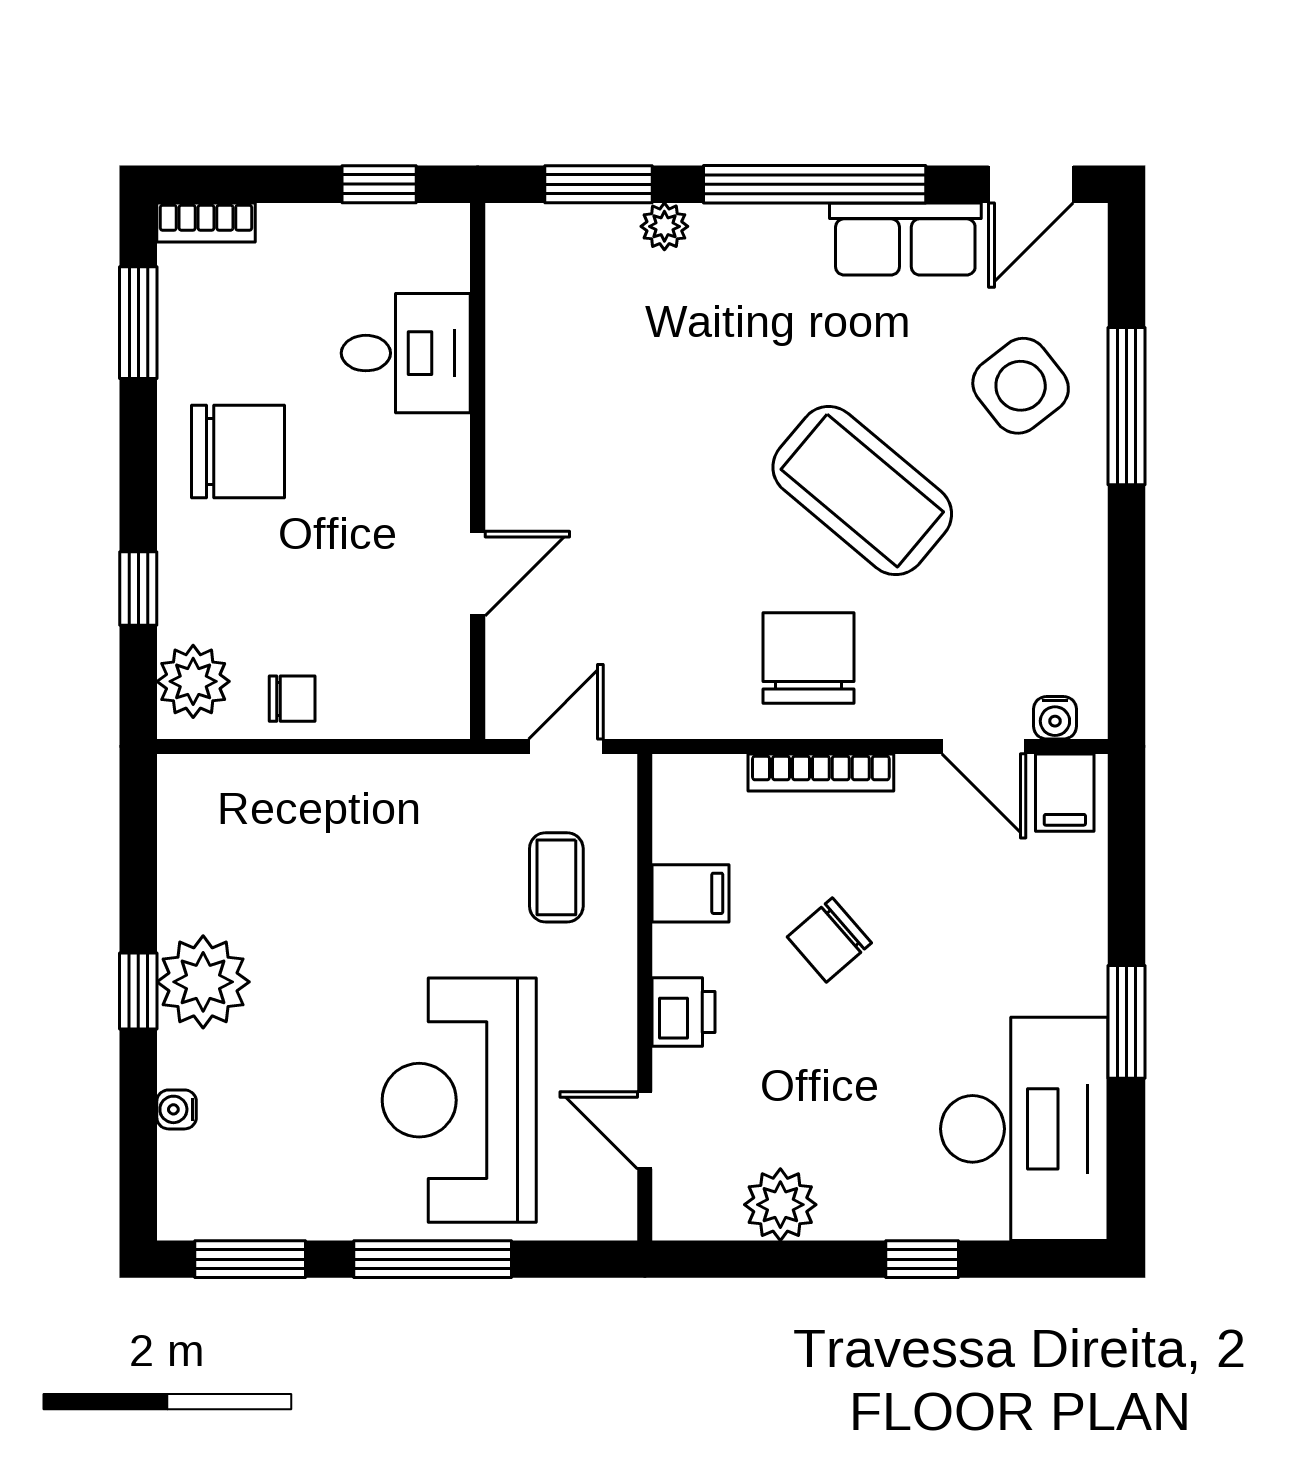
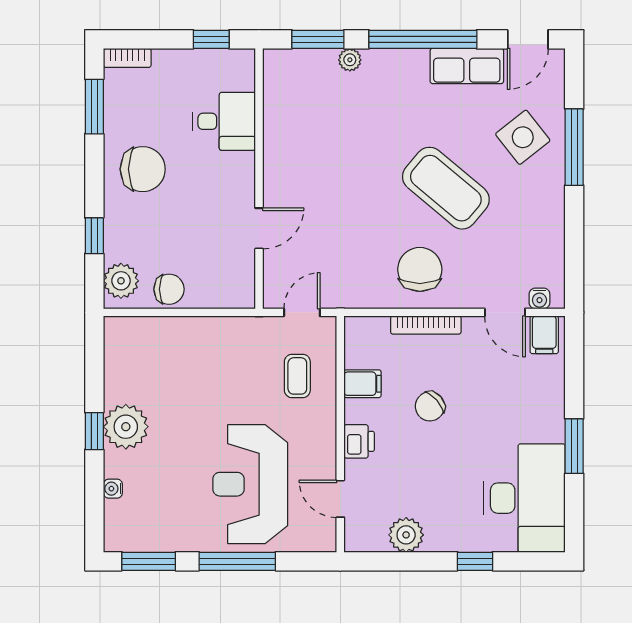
chair: (292, 699) -> (169, 289), width x1.37, depth x1.37

